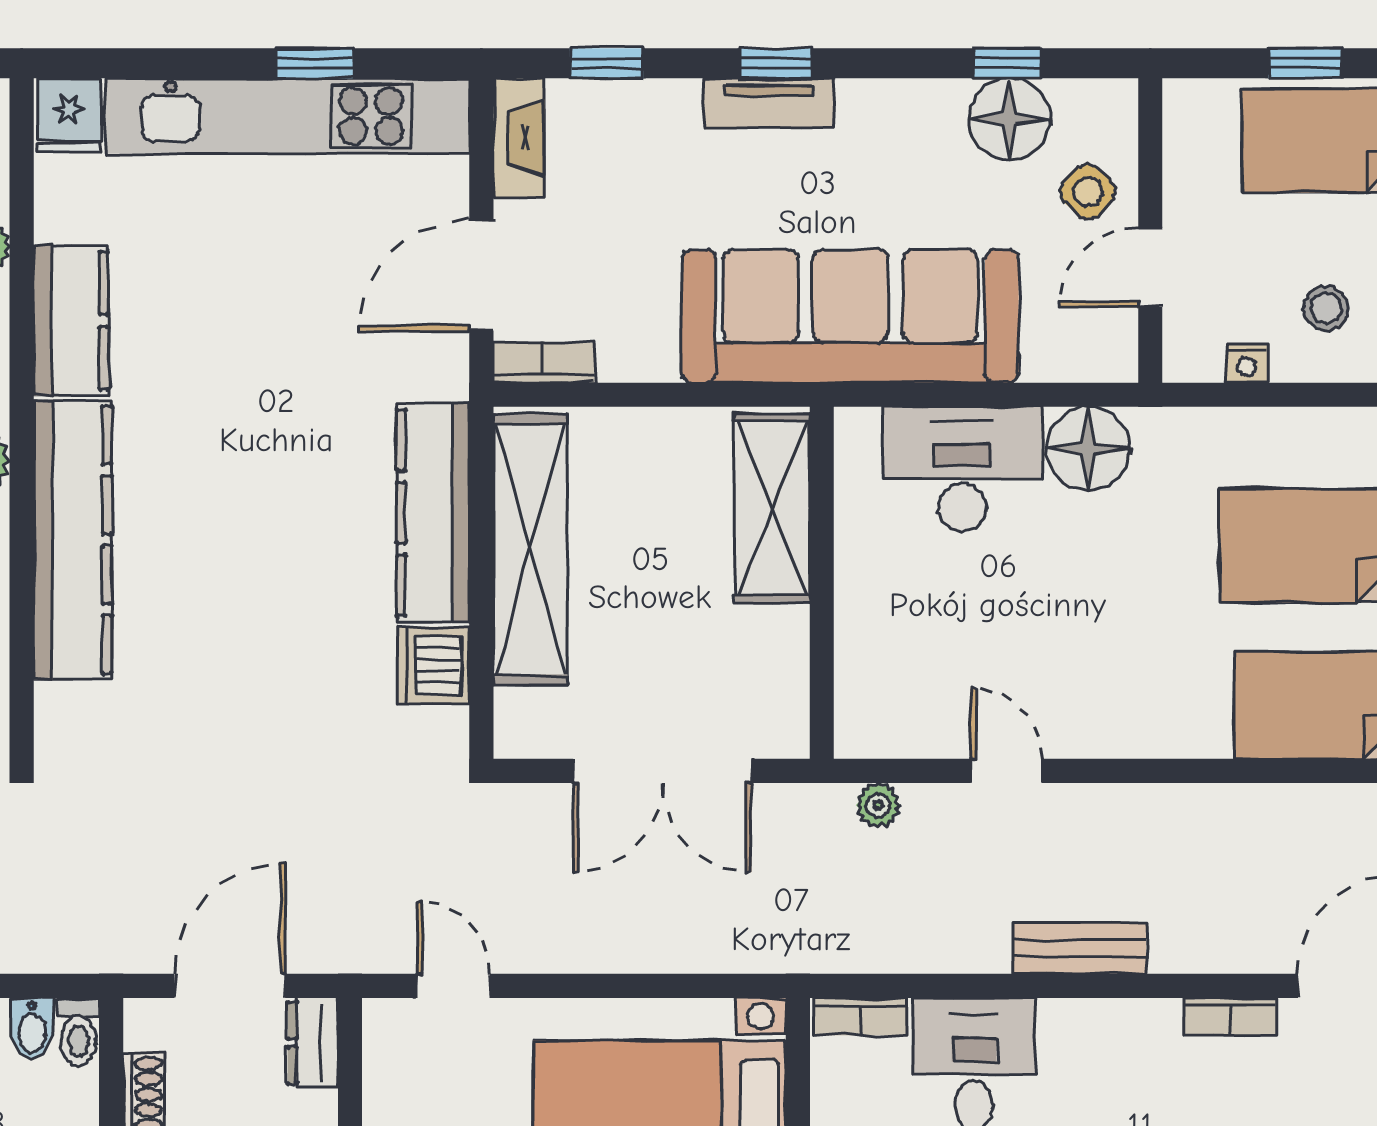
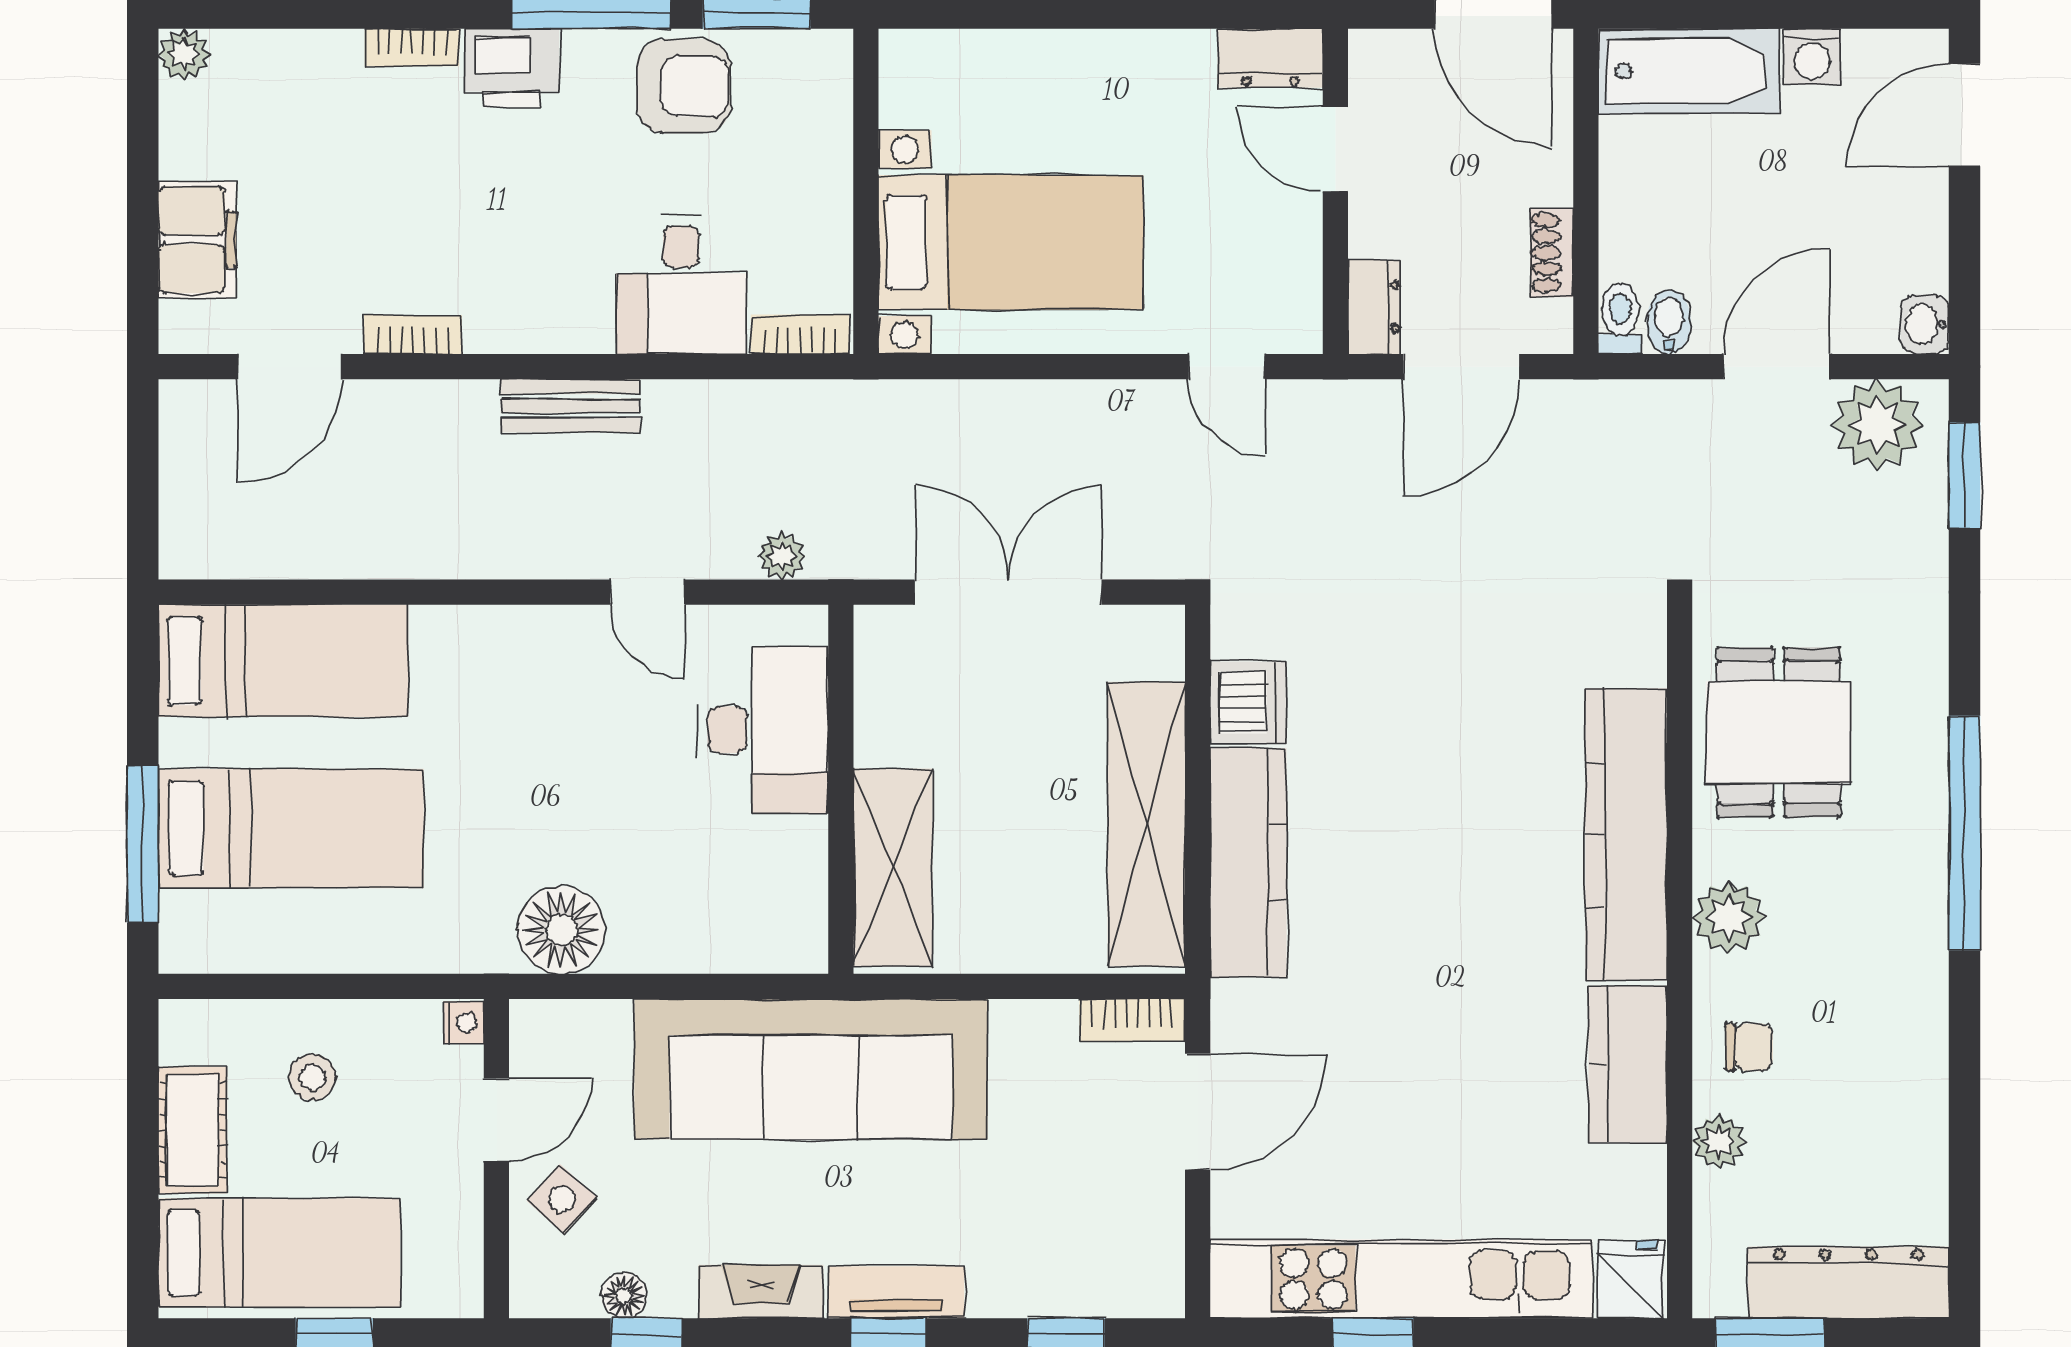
floor lamp: (1009, 119) -> (624, 1296), width x0.53, depth x0.53
fireplace: (519, 138) -> (761, 1292), moved, turned 90
nightstand: (1247, 363) -> (464, 1023), moved, turned 90
desk: (962, 469) -> (763, 730), moved, turned -90

